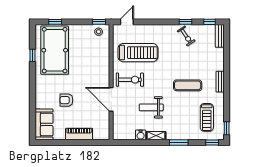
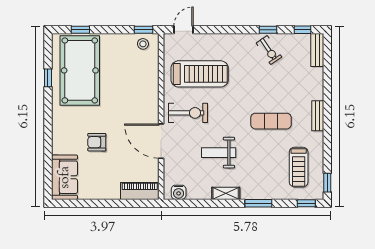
piano: (79, 134) -> (140, 191), moved
water cooler: (141, 135) -> (179, 192), moved

